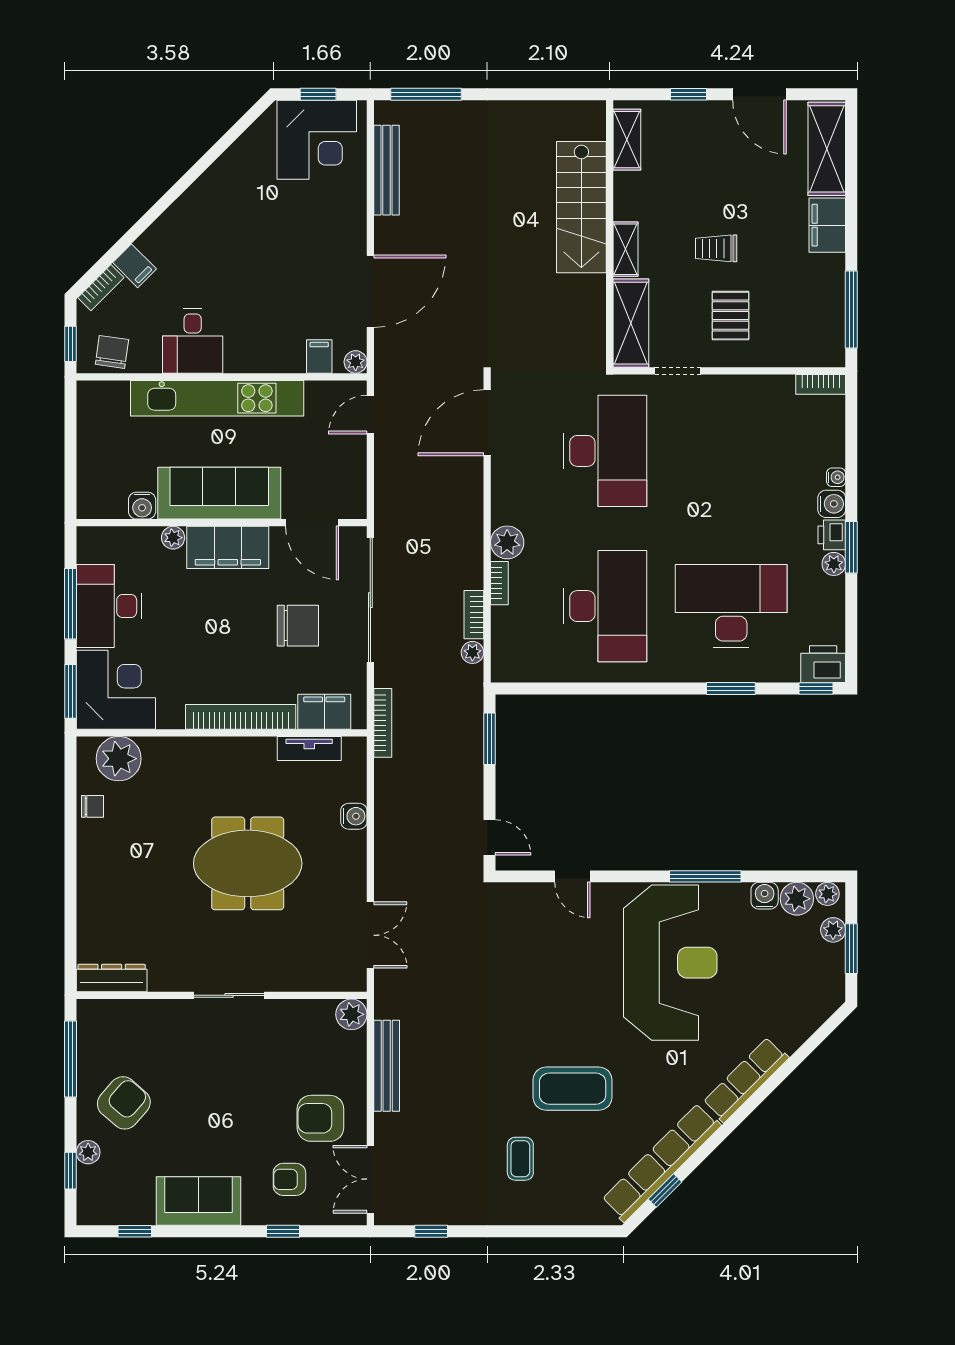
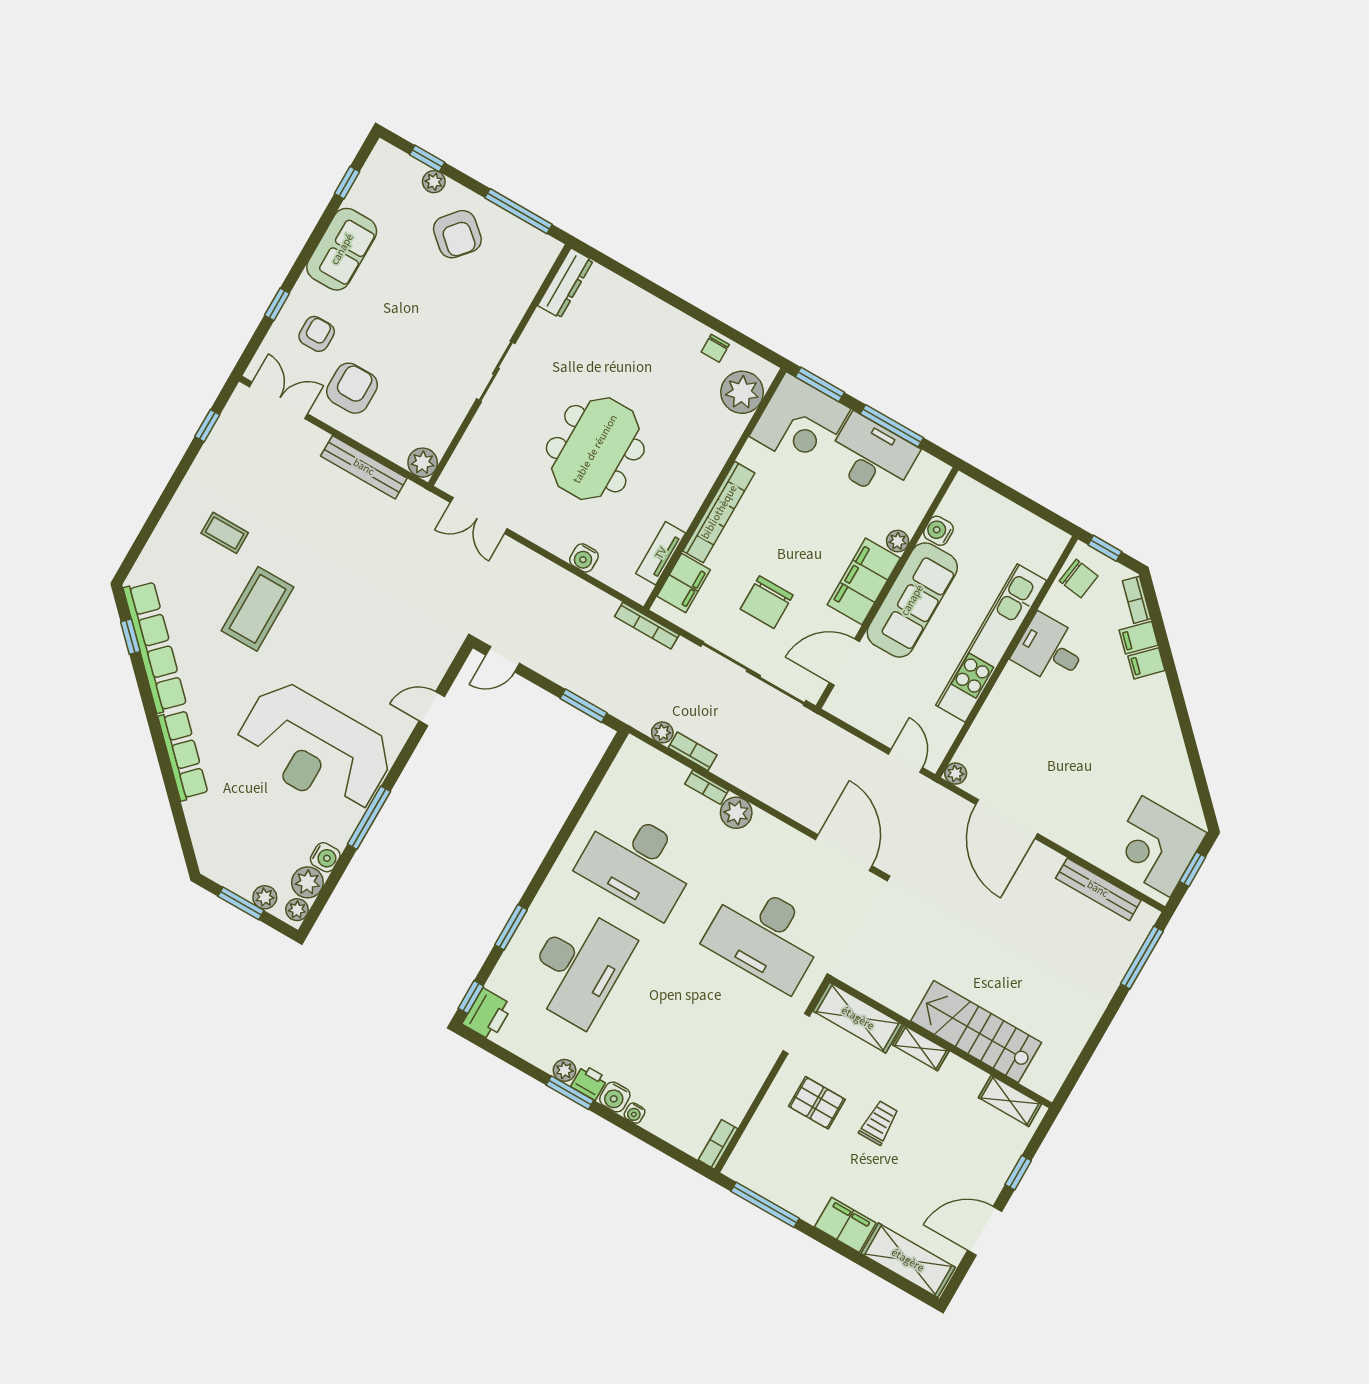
filing cabinet: (319, 356) -> (1146, 663), moved, turned 135

